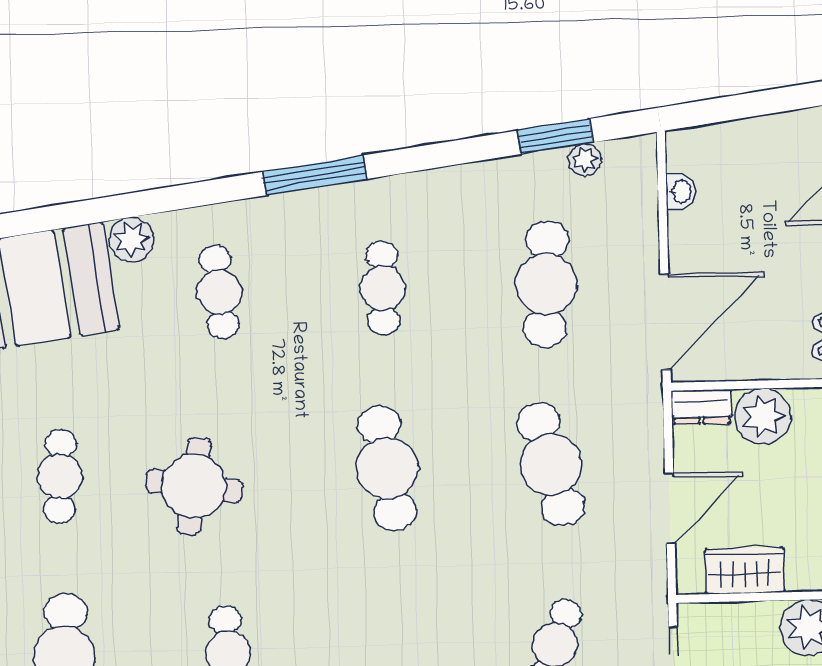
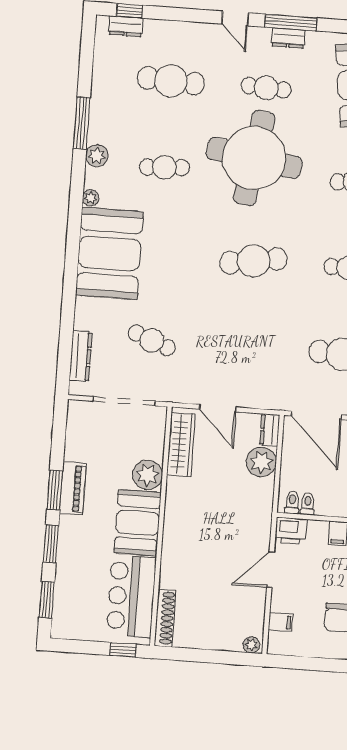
cafe table: (551, 464) -> (247, 347), removed
round table: (194, 486) -> (254, 158), width x1.86, depth x1.86
wardrobe: (745, 570) -> (181, 444), width x1.50

